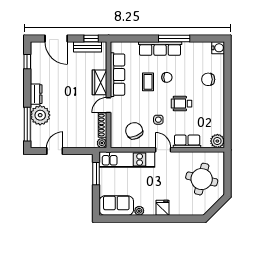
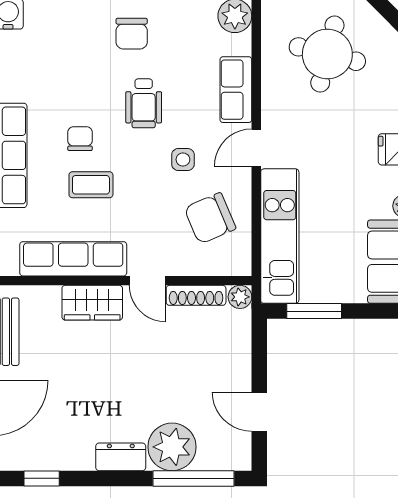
chair: (208, 79) -> (132, 34), moved

